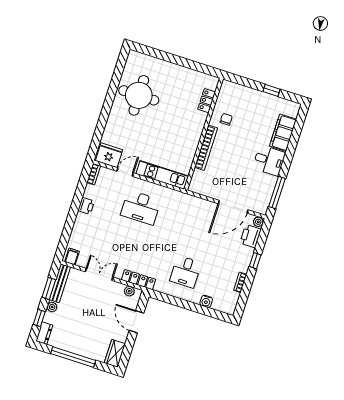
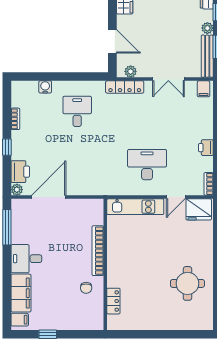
round table: (139, 95) -> (187, 283), width x0.73, depth x0.73
filing cabinet: (291, 110) -> (20, 320), added

